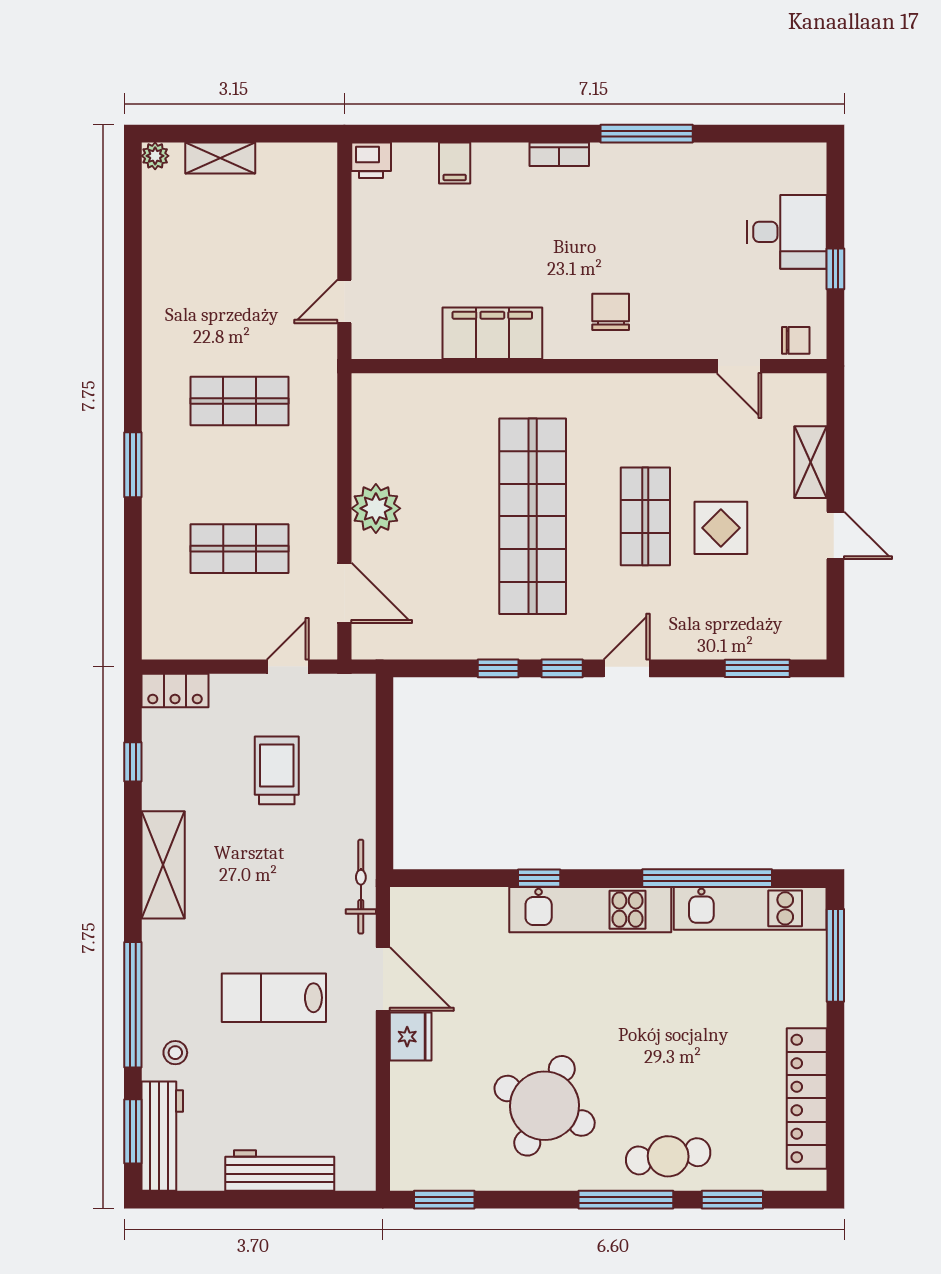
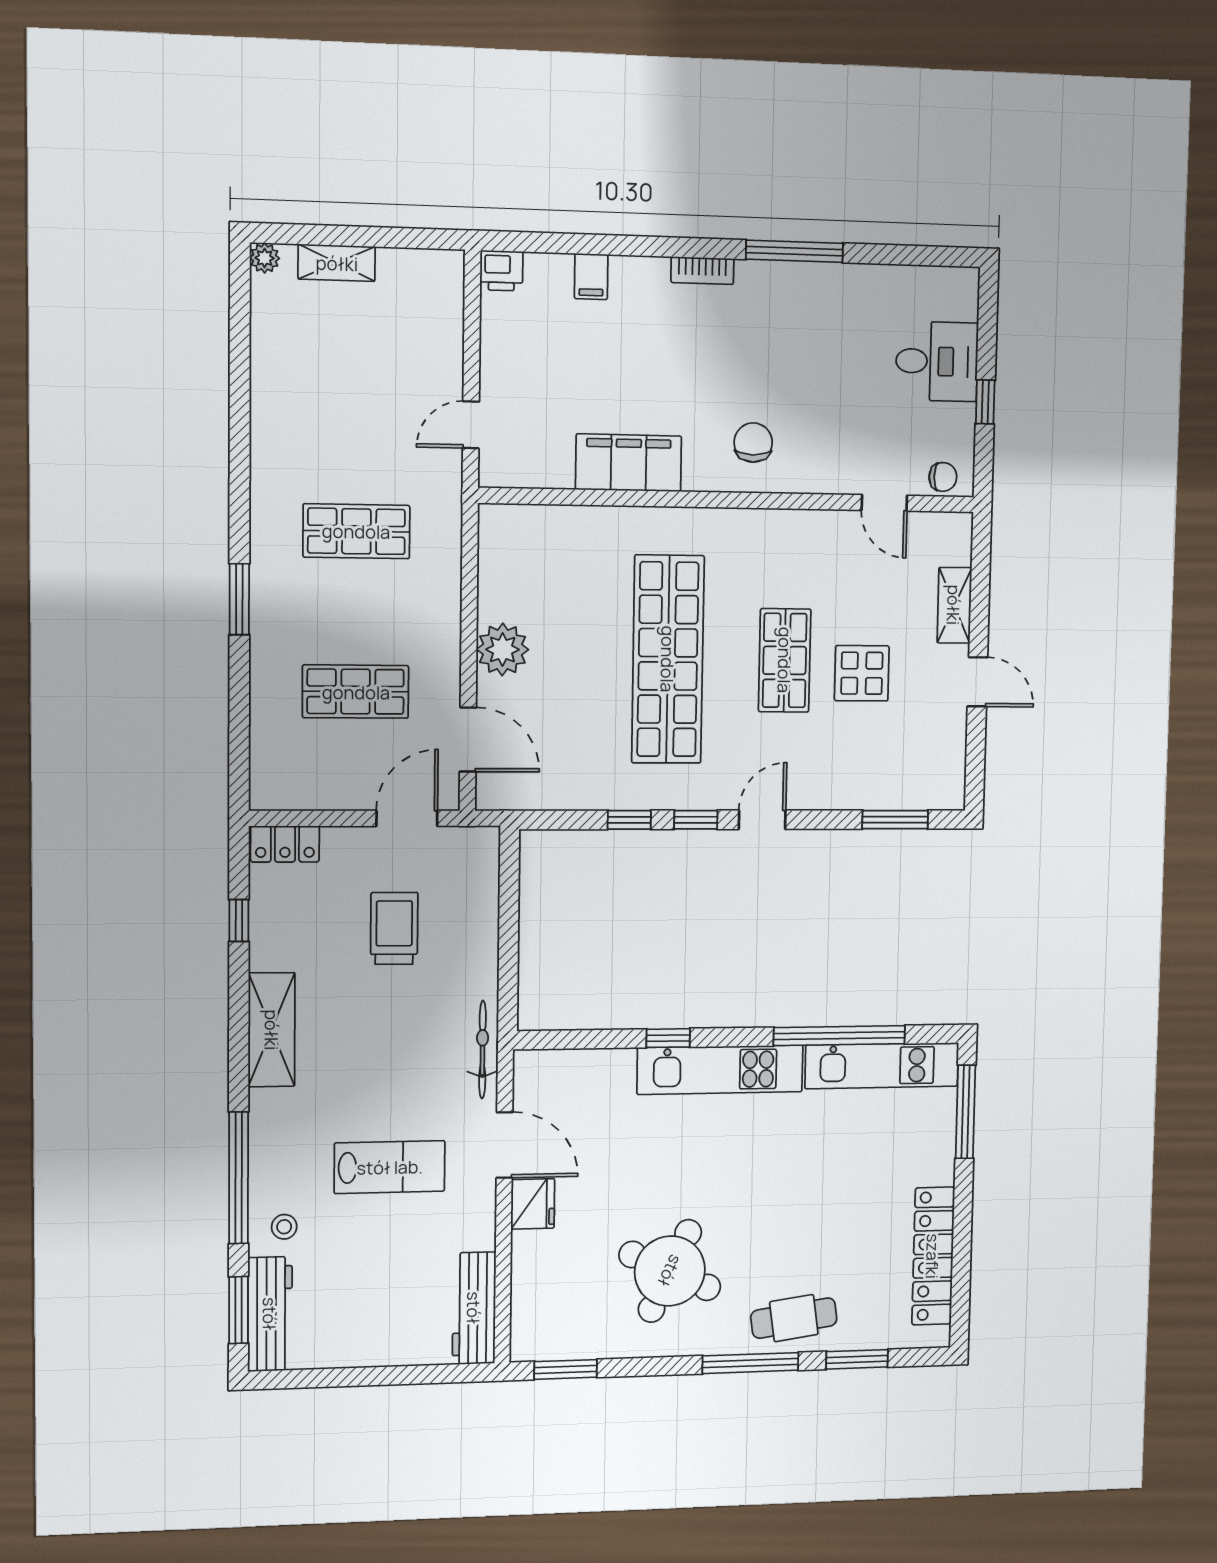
door: (288, 667) -> (407, 818), width x1.38
lab bench: (274, 998) -> (390, 1167), turned 180
workbench: (280, 1171) -> (474, 1308), moved, turned -90

